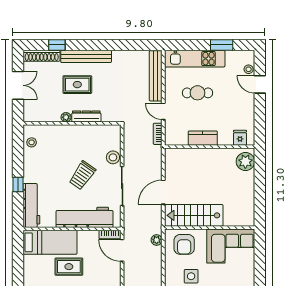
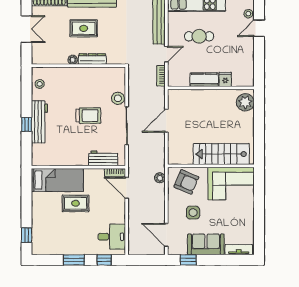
door: (260, 84) -> (259, 28), hinge flipped
door: (163, 111) -> (166, 54), swing flipped
fridge: (240, 138) -> (225, 79), moved
trolley: (82, 175) -> (88, 116), turned -125
door: (163, 192) -> (166, 121), moved
workbench: (31, 206) -> (39, 122), moved
stairs: (194, 215) -> (221, 154), moved
workbench: (85, 217) -> (103, 158), width x0.53, depth x0.76
armchair: (184, 244) -> (186, 182), turned -67

